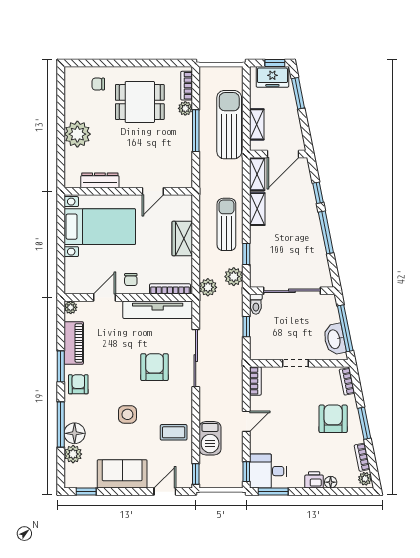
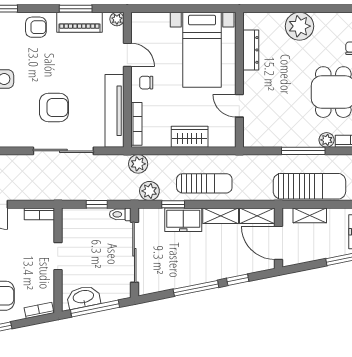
freezer: (261, 244) -> (183, 220), added
window: (61, 366) -> (76, 9), moved

